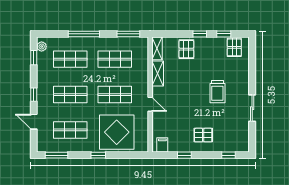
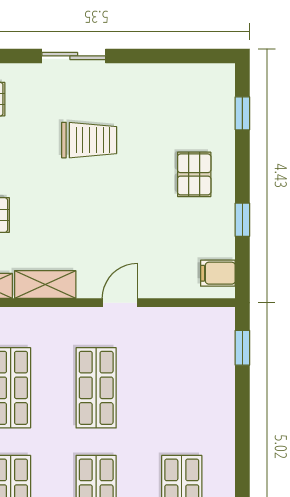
sliding door: (252, 108) -> (74, 56), moved
display table: (117, 132) -> (187, 383), removed
window: (98, 155) -> (242, 348), moved

